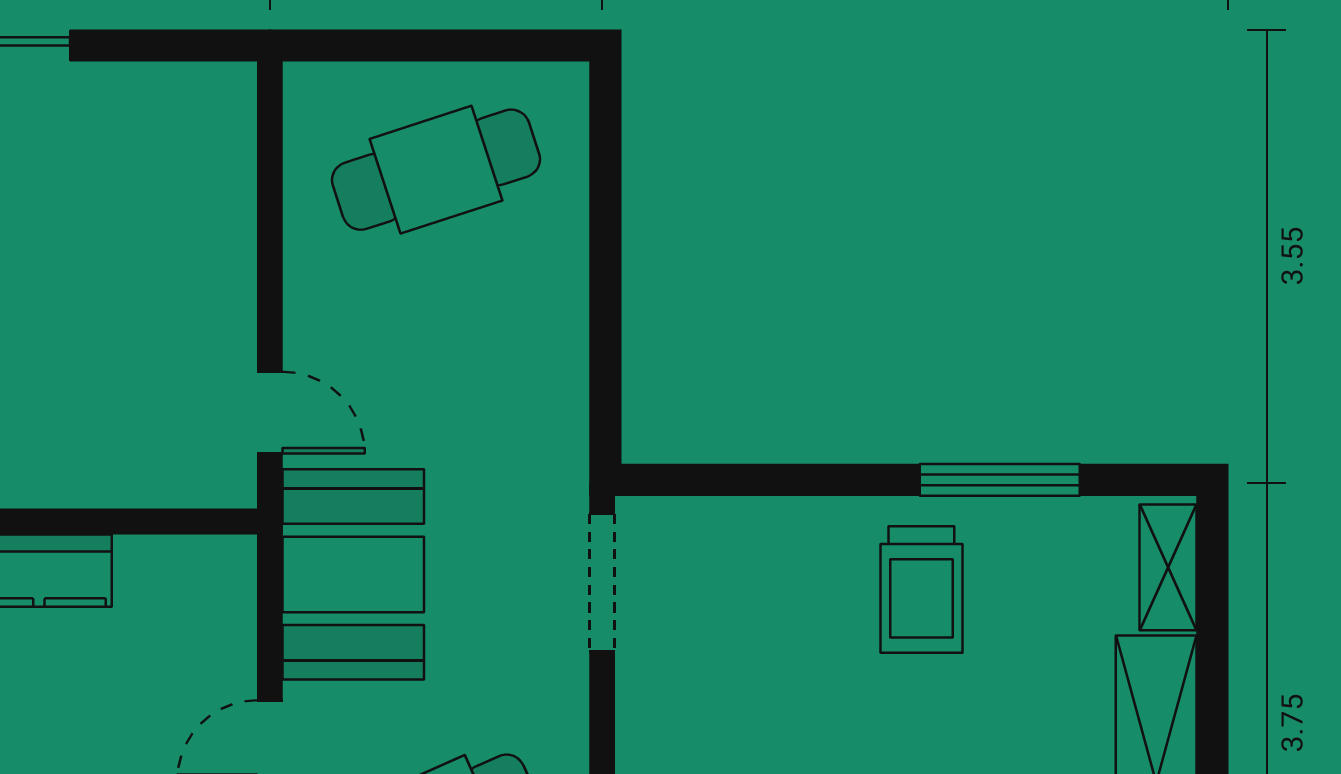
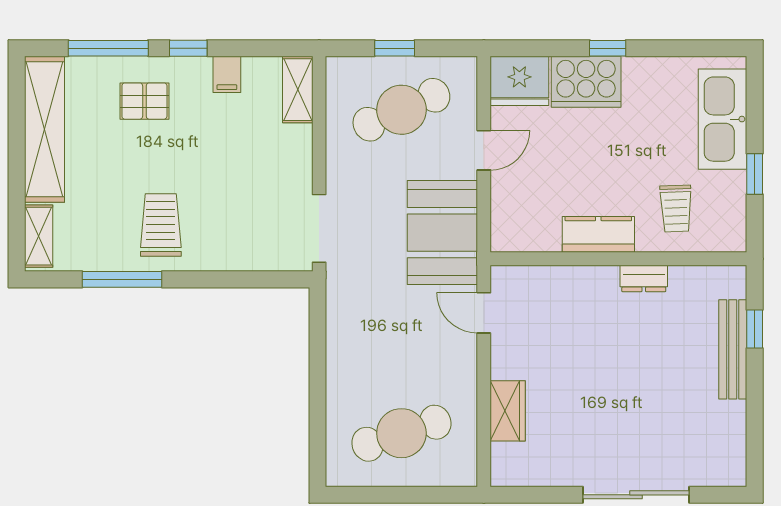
wardrobe: (222, 215) -> (508, 411), added

